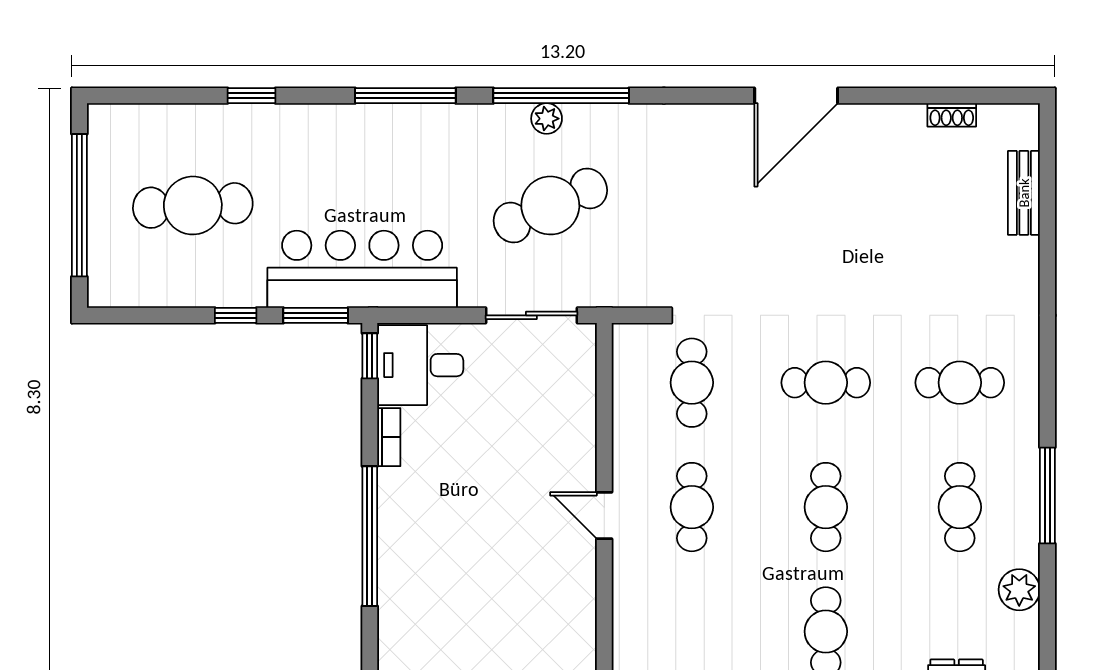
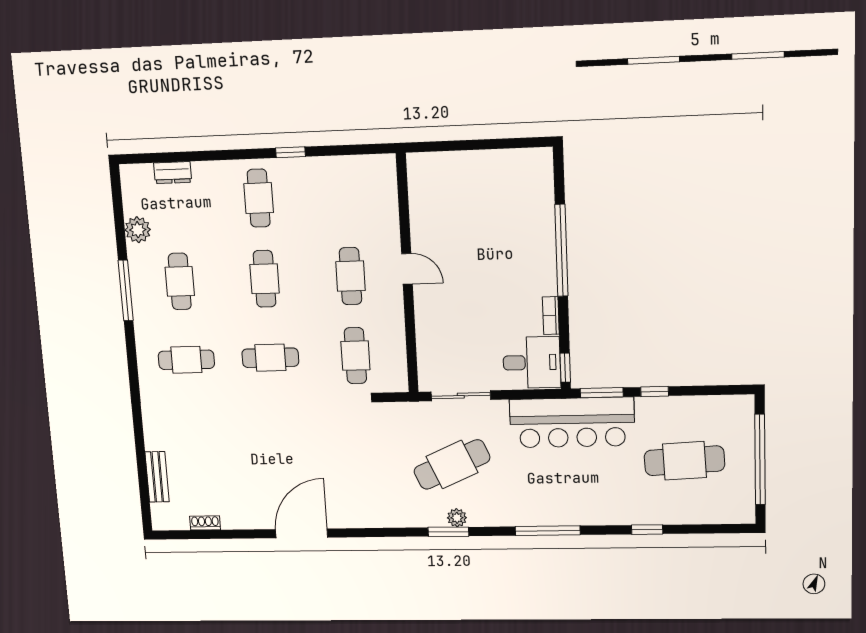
window: (561, 96) -> (448, 532), width x0.47

